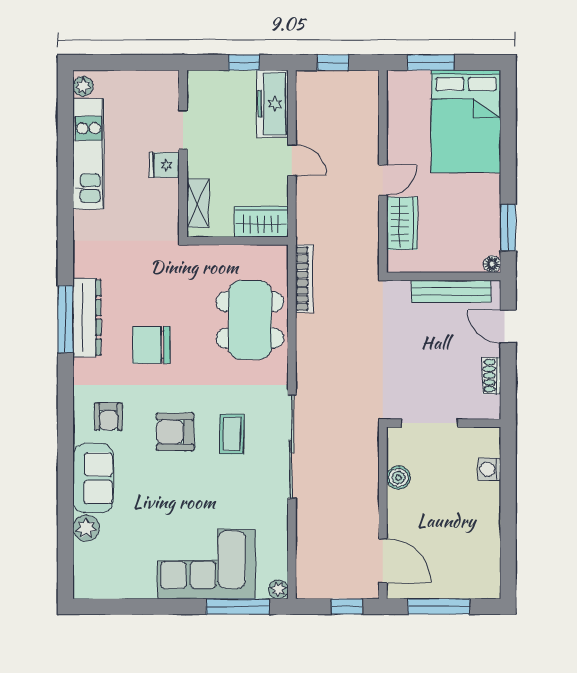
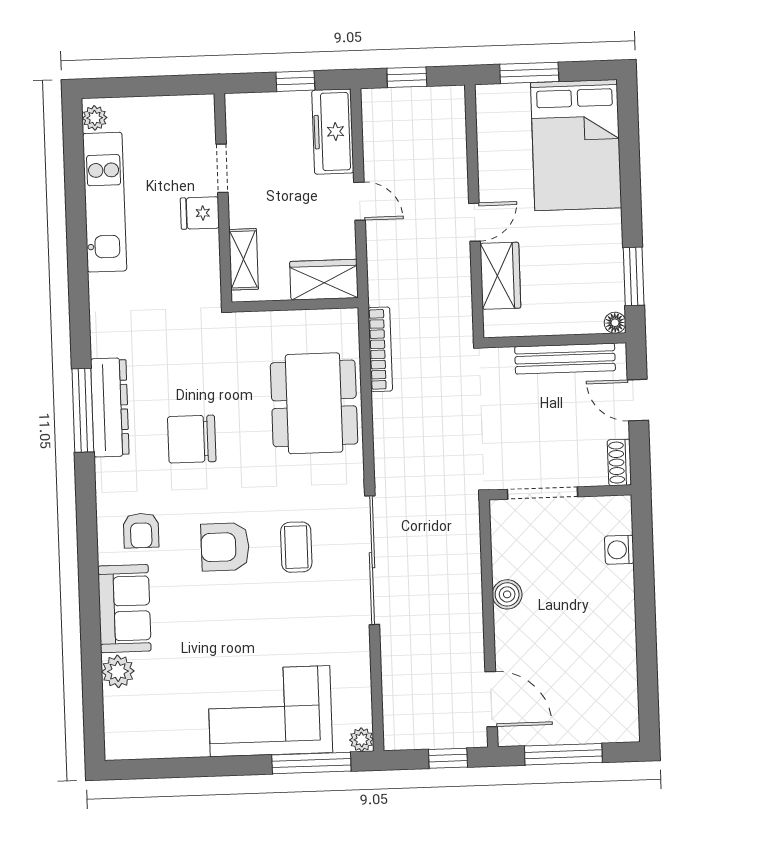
doorway: (430, 423) -> (543, 493), moved
wall: (444, 423) -> (560, 492), moved
washing machine: (489, 469) -> (619, 550), moved

